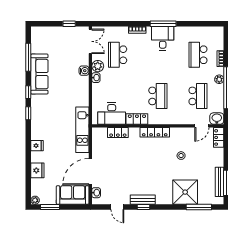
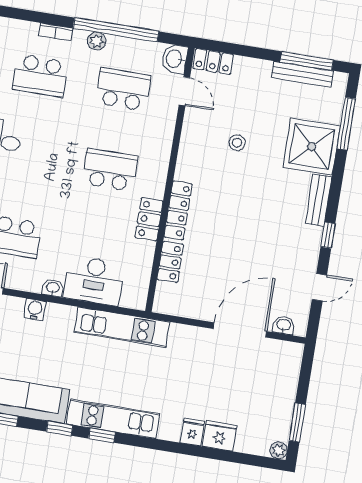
plant: (98, 66) -> (30, 280), removed
desk: (112, 114) -> (94, 281), moved, turned 90
kitchen unit: (37, 117) -> (113, 419), added
kitchen unit: (82, 130) -> (122, 327), moved
locker: (155, 132) -> (178, 210), moved
fridge: (37, 146) -> (192, 432), moved
door: (90, 172) -> (240, 330), swing flipped
sofa: (73, 195) -> (281, 373), removed
bench: (143, 200) -> (319, 200), moved

